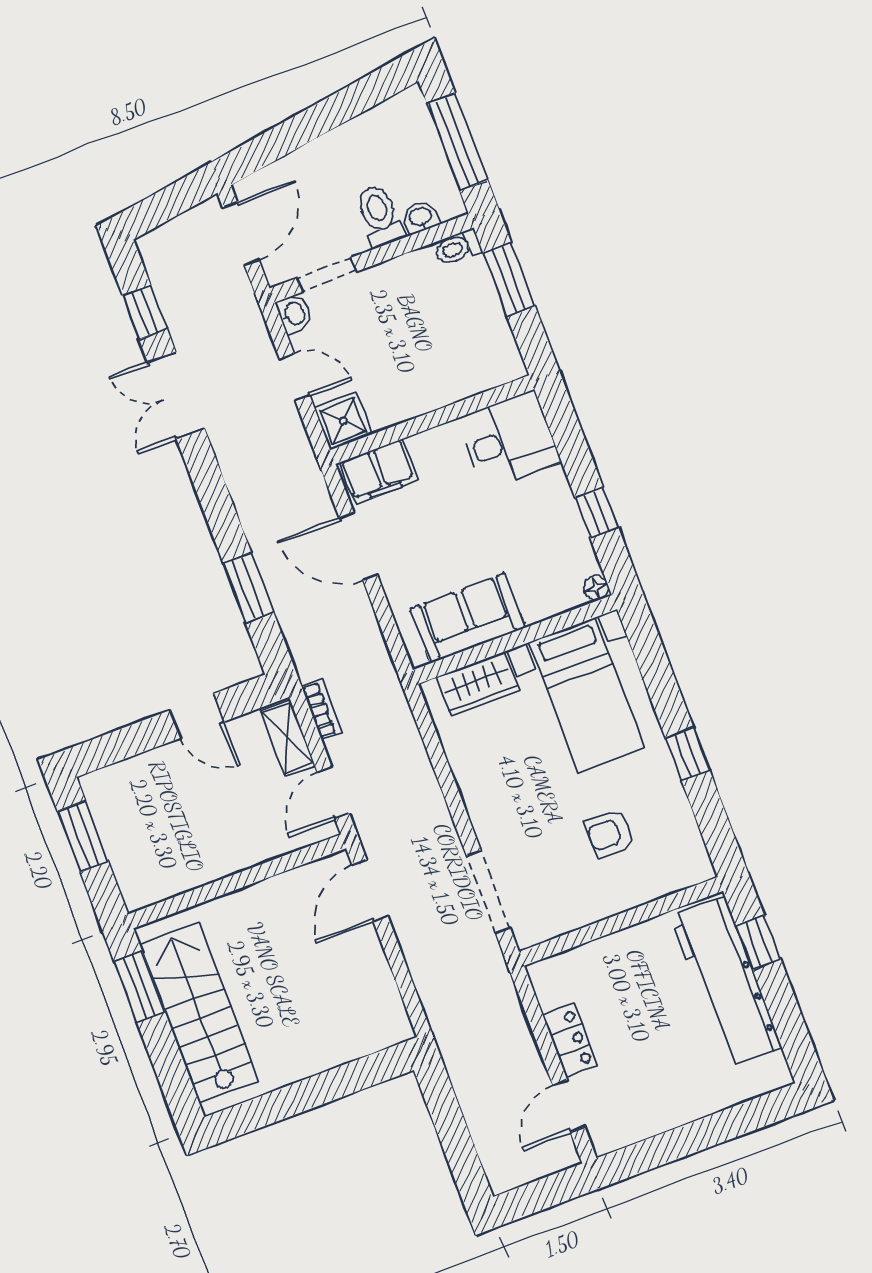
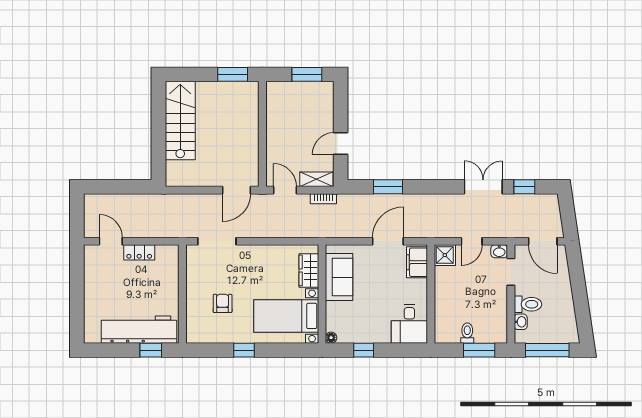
toilet: (458, 248) -> (467, 333), moved
door: (370, 891) -> (237, 190), swing flipped
stairs: (199, 1012) -> (180, 121), moved, turned -90

